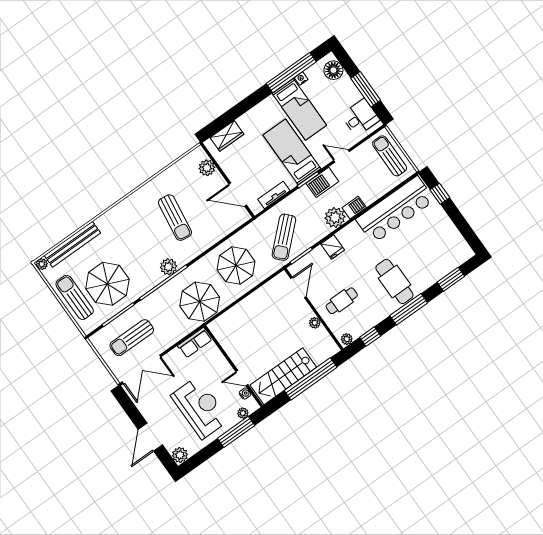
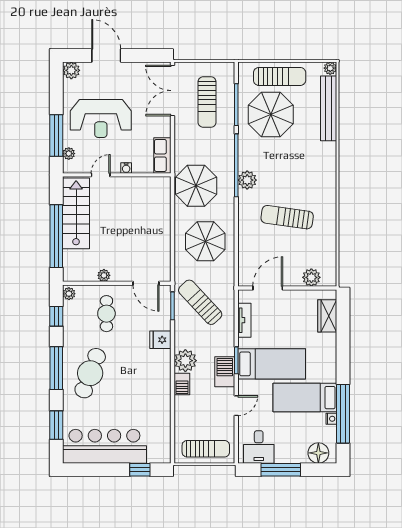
bar counter: (395, 210) -> (104, 446), moved, turned 90
cafe table: (394, 281) -> (90, 373), turned -69
sun lounger: (132, 338) -> (207, 102), turned 180
water cooler: (245, 393) -> (126, 168), moved

